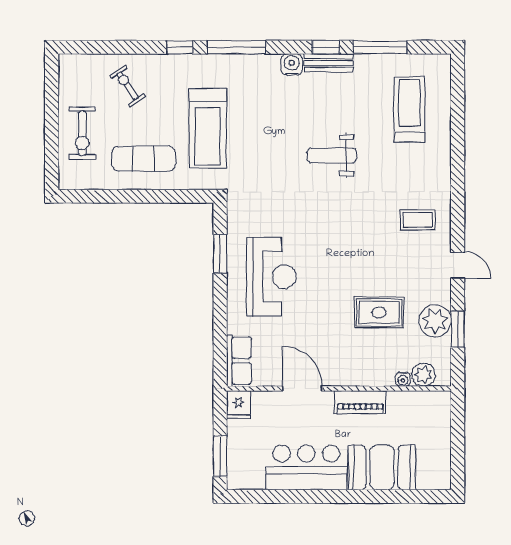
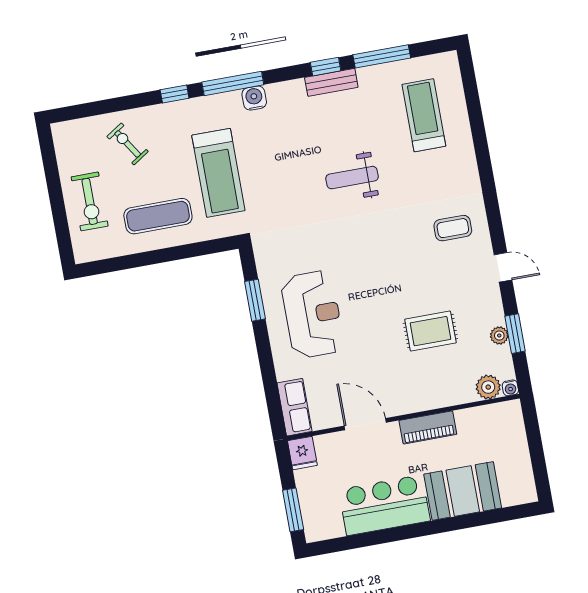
water cooler: (292, 65) -> (254, 98), moved
plant: (435, 321) -> (499, 336), width x0.53, depth x0.53
water cooler: (403, 379) -> (510, 388), moved

